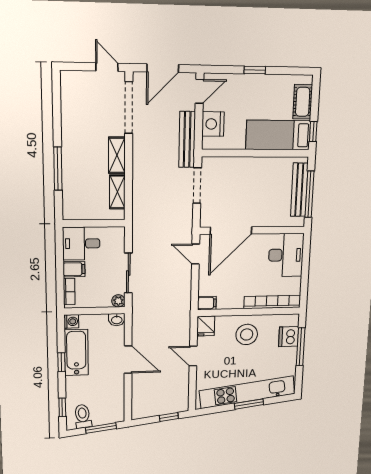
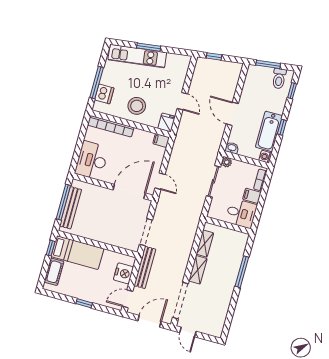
kitchen unit: (247, 392) -> (137, 56), width x0.73

